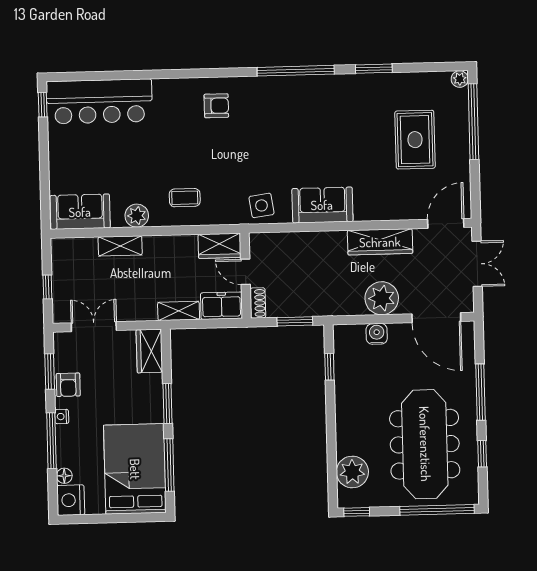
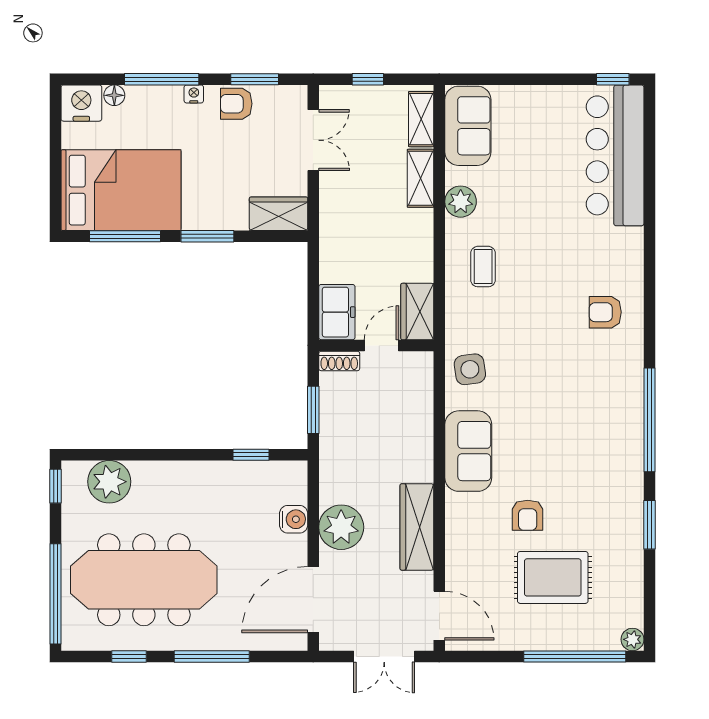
armchair: (216, 106) -> (605, 312), turned 90
armchair: (369, 160) -> (528, 515), added
shelving: (179, 311) -> (421, 119), moved

